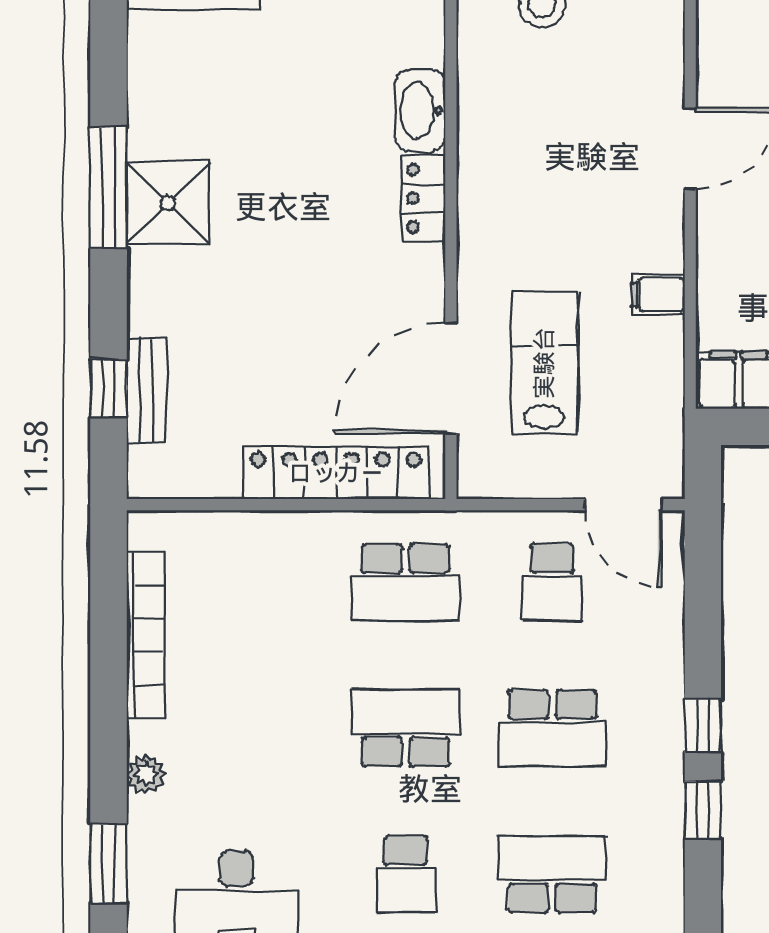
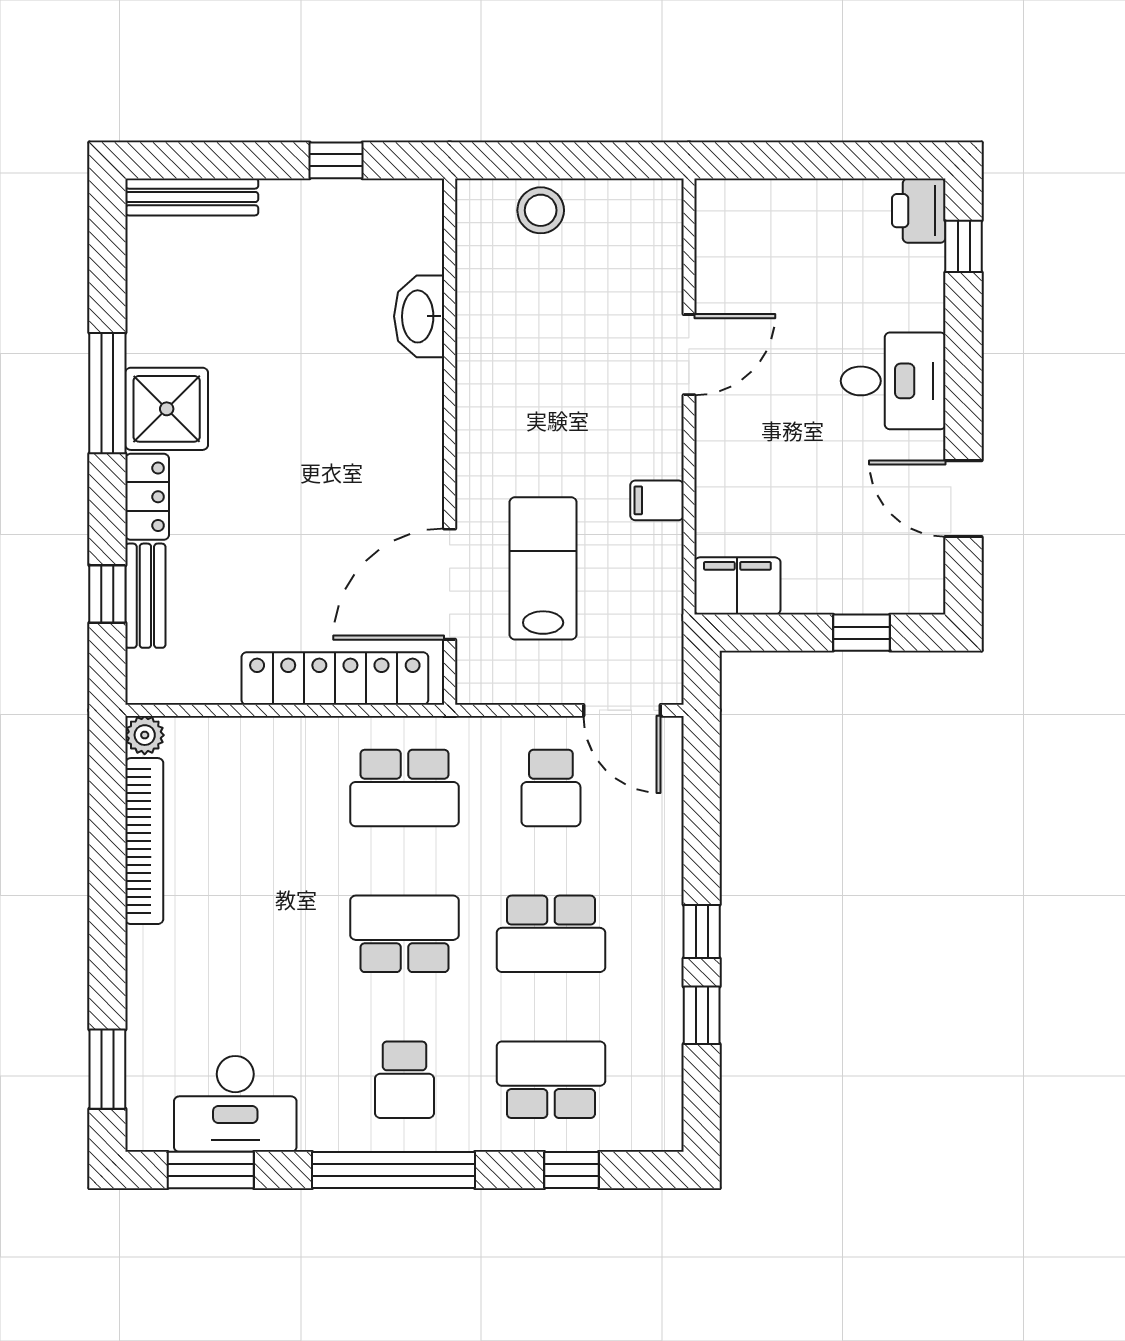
locker: (424, 198) -> (147, 497), moved, turned 180
plant: (146, 774) -> (145, 735), moved

